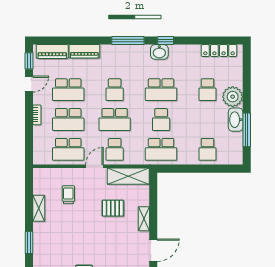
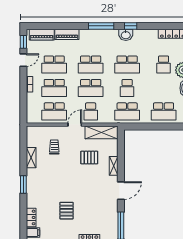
school desk: (115, 90) -> (91, 65), width x1.85
school desk: (207, 149) -> (164, 111), width x1.85

